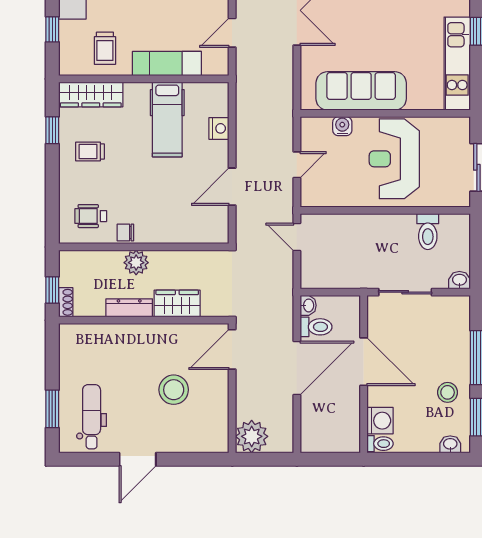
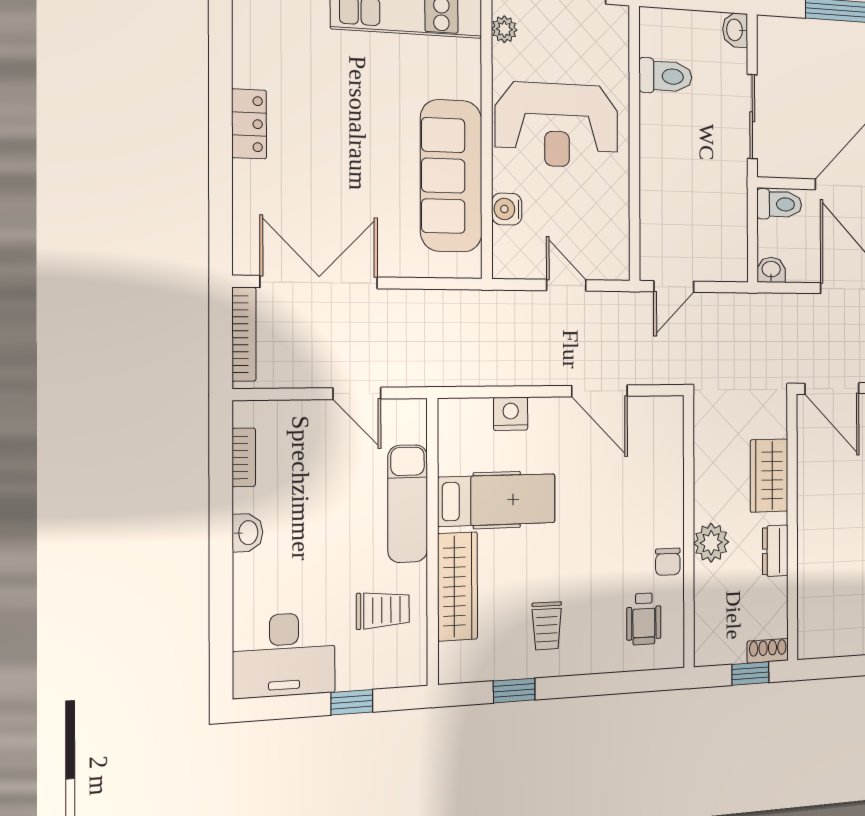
wardrobe: (91, 94) -> (458, 586), moved
plant: (451, 125) -> (504, 29), added
dresser: (129, 308) -> (775, 551), width x0.70
toilet: (316, 327) -> (779, 204), moved, turned 90

